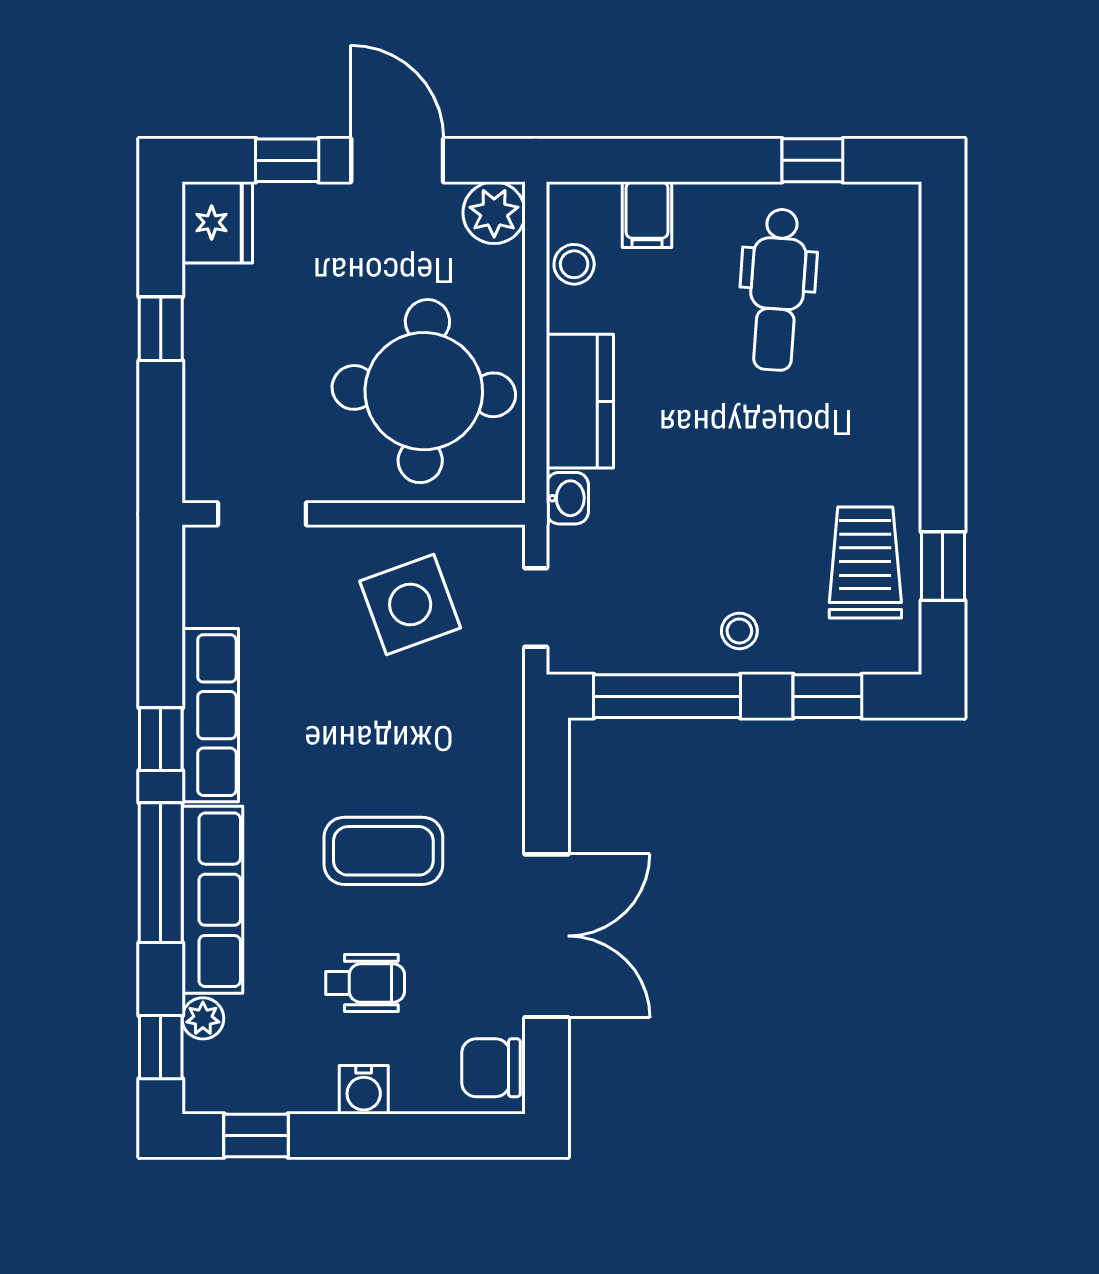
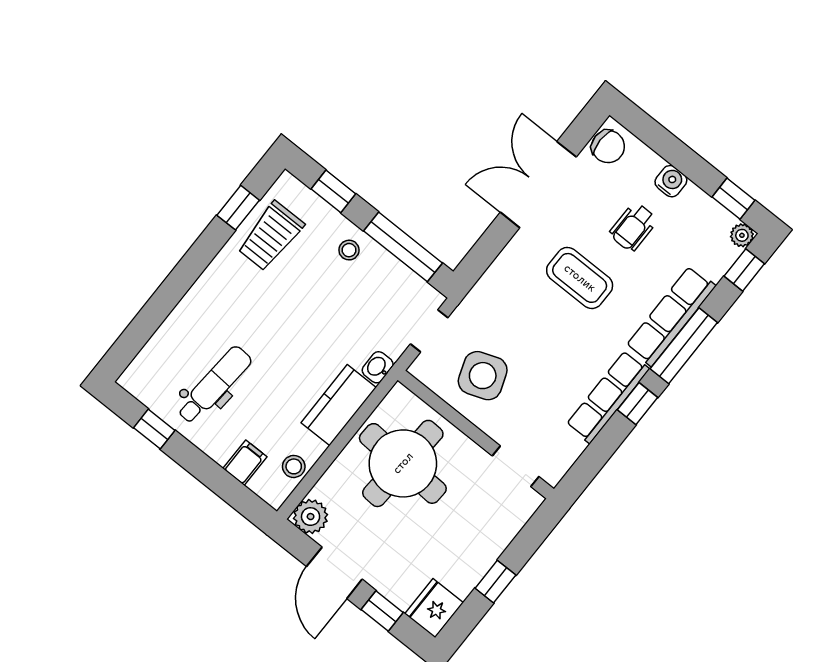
wheelchair: (365, 983) -> (633, 227), turned -90
plant: (203, 1018) -> (742, 235), moved

